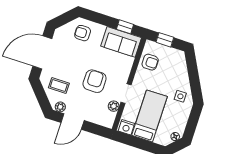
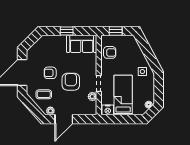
window: (125, 27) -> (67, 31), moved
armchair: (83, 33) -> (50, 73), moved

